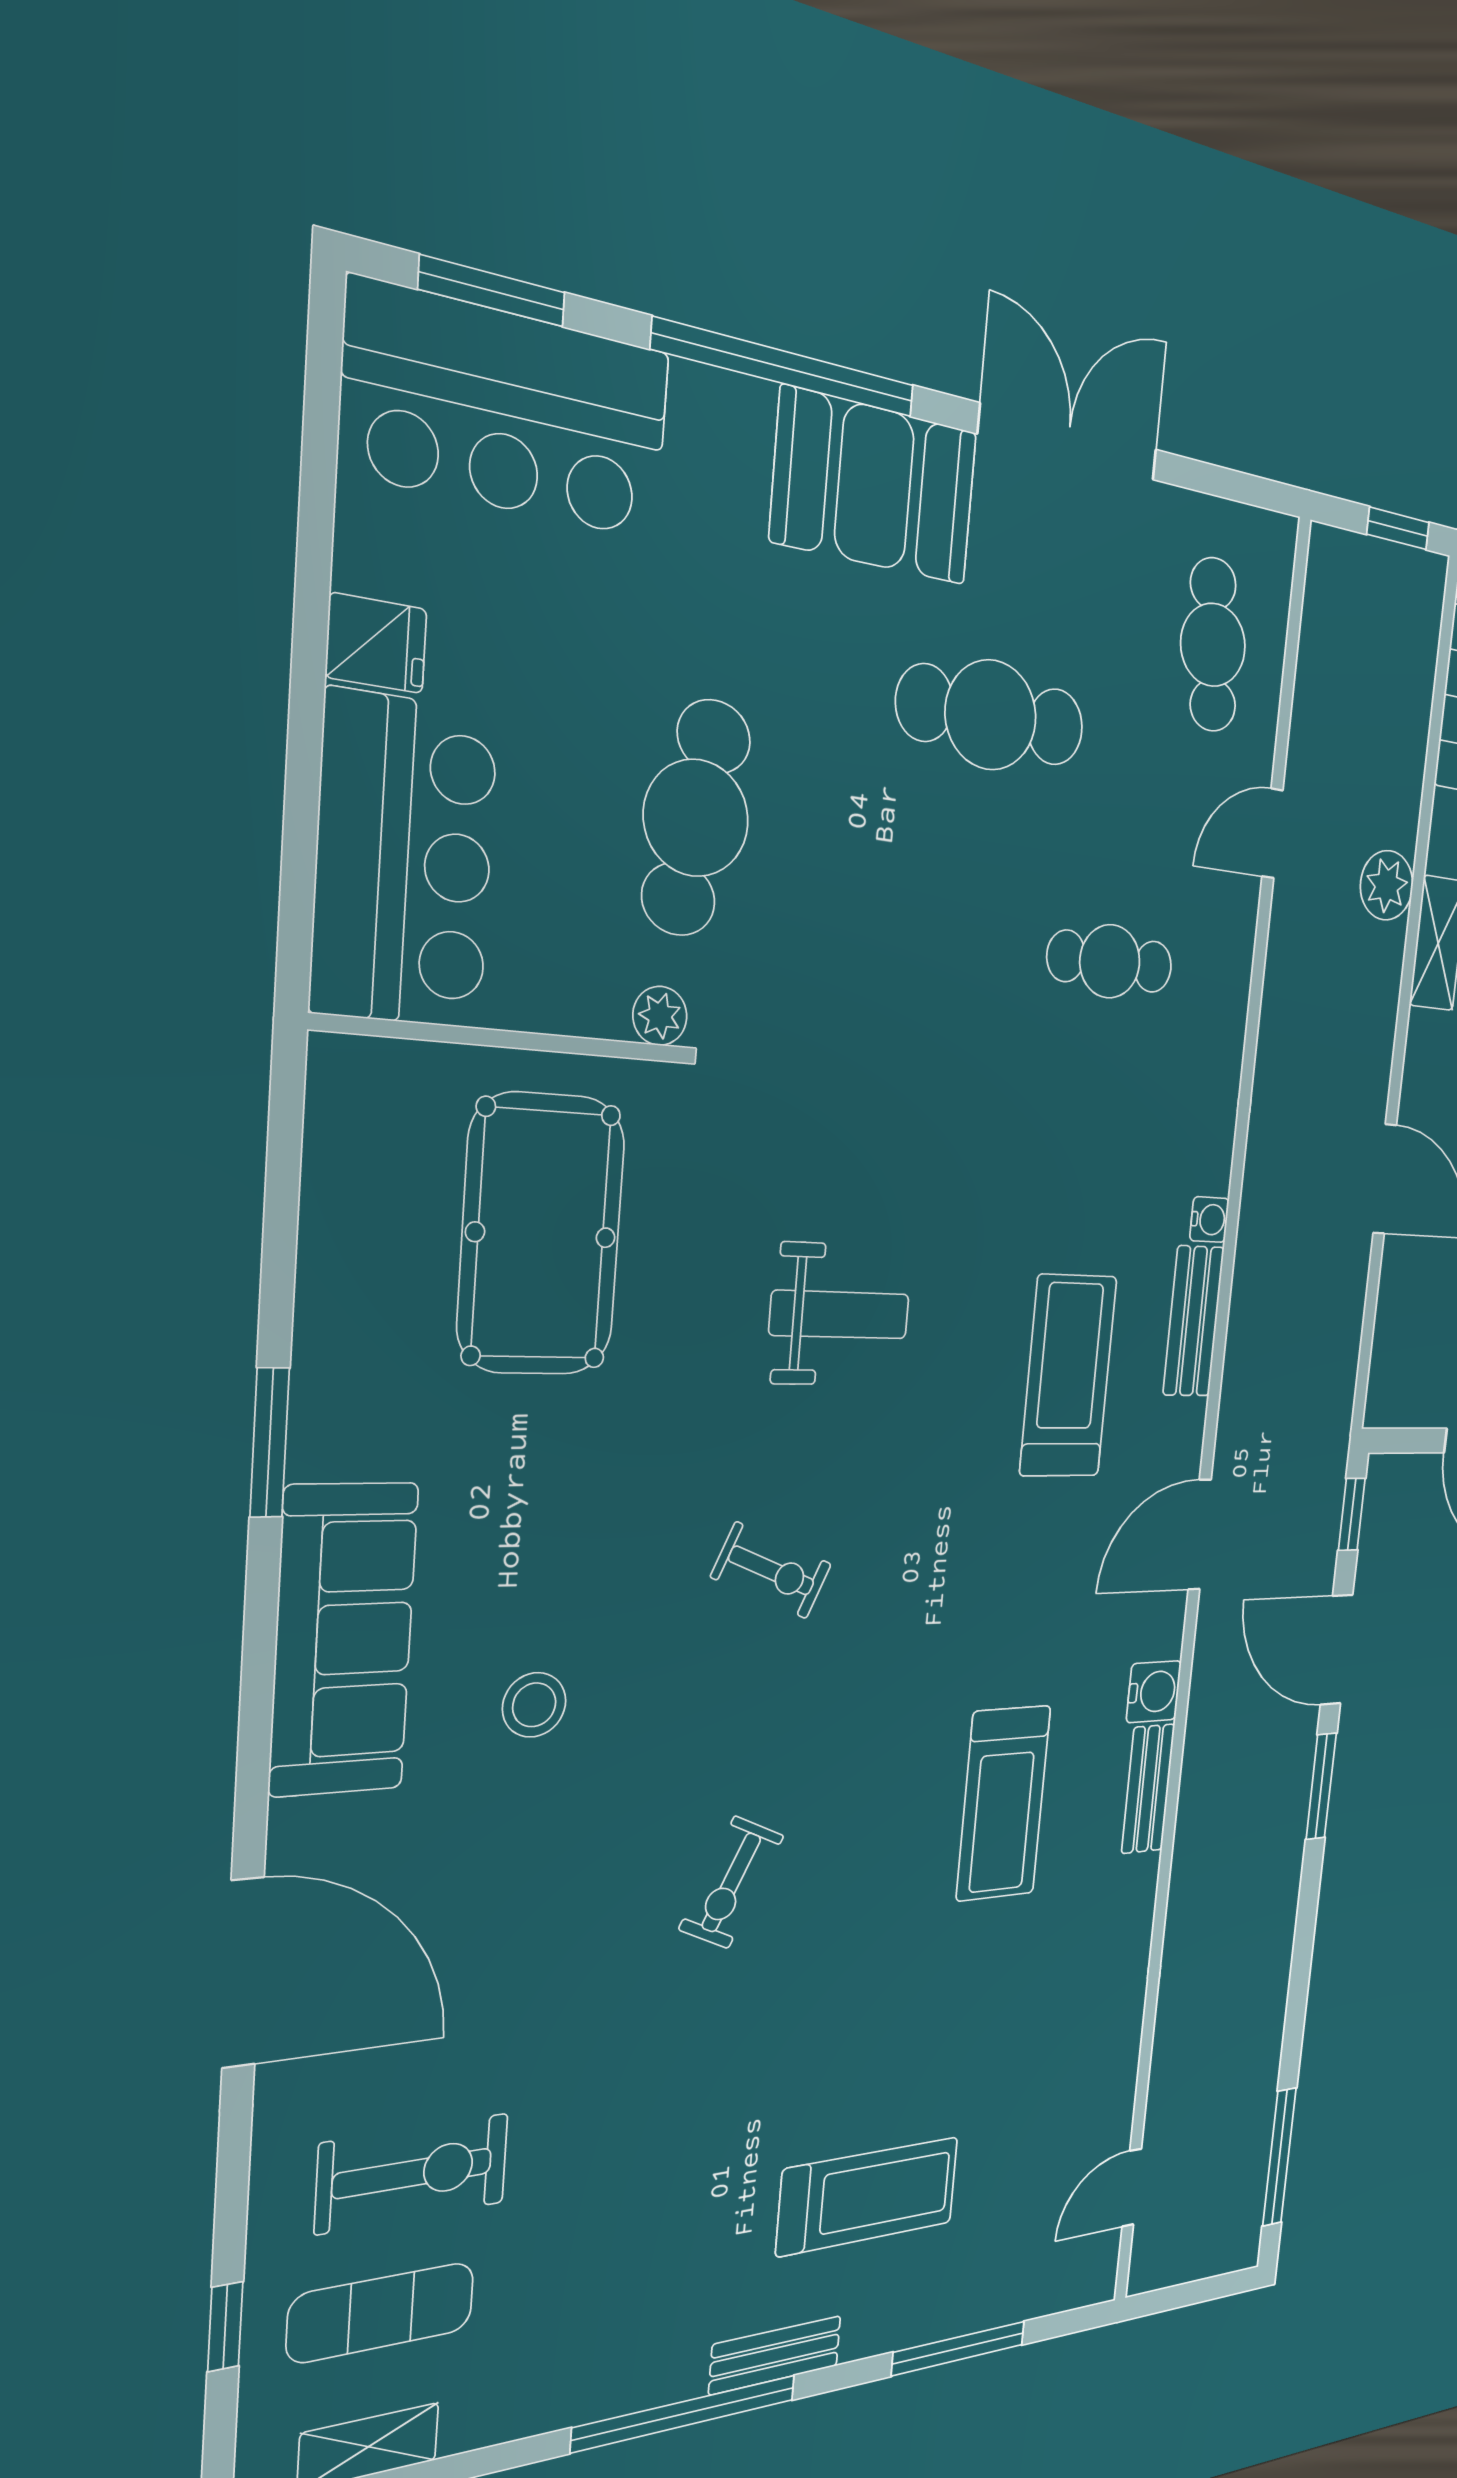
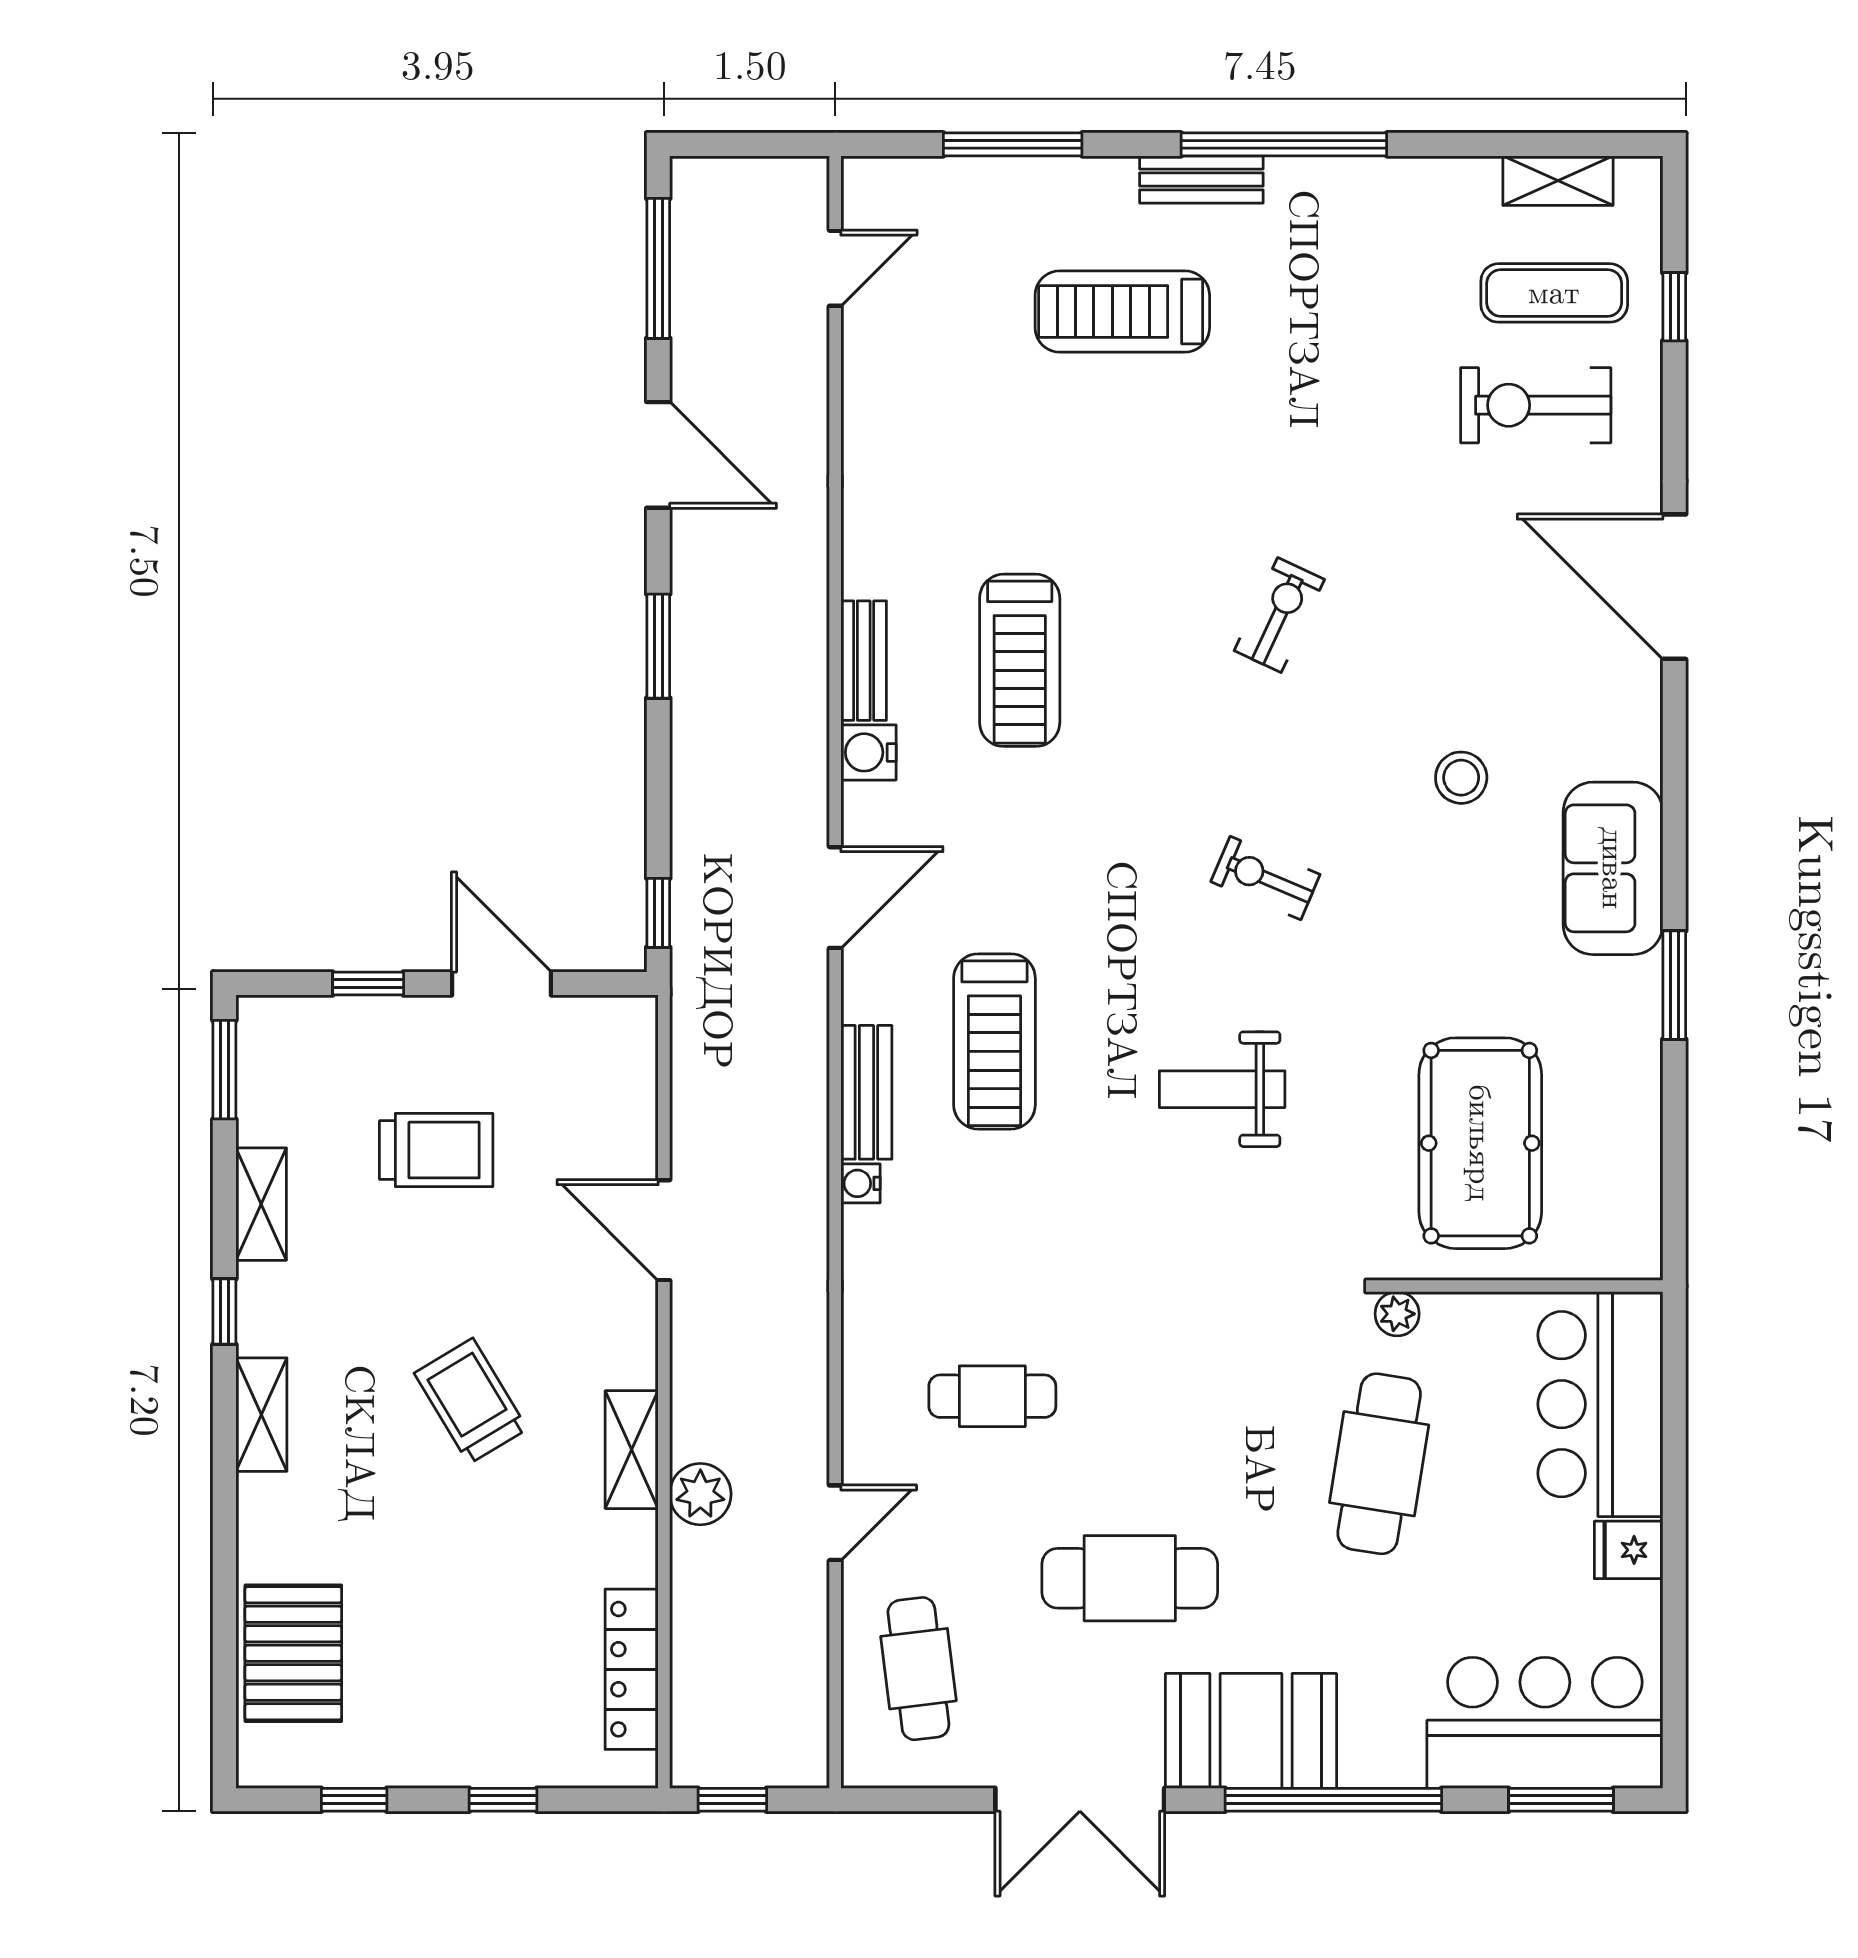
sofa: (344, 1639) -> (1613, 868), width x0.73
door: (1337, 1650) -> (658, 455), moved
treadmill: (1003, 1803) -> (1020, 660), turned 180

